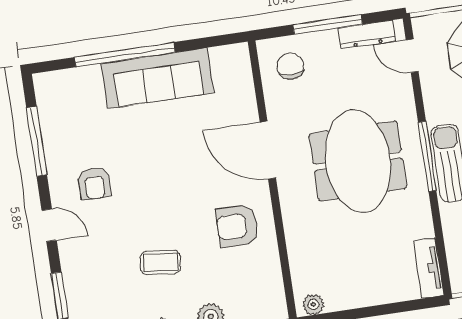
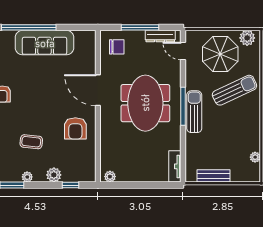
chair: (290, 66) -> (117, 47), turned 90
armchair: (237, 226) -> (75, 128), turned -90

